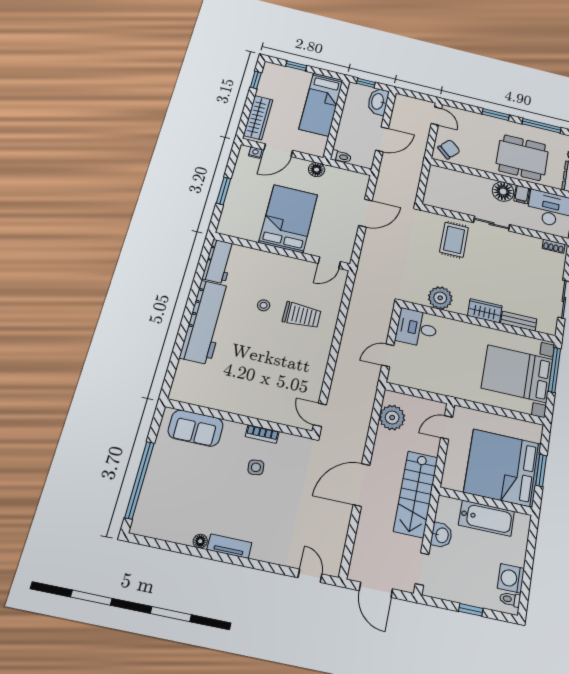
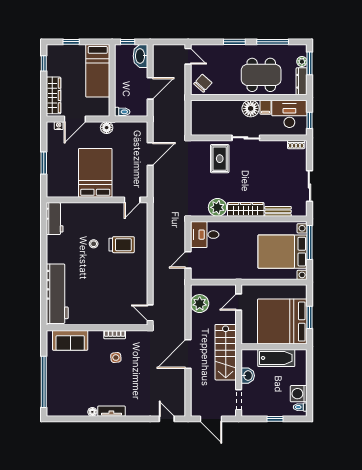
wardrobe: (485, 311) -> (246, 209), width x1.50
workbench: (205, 322) -> (57, 294), moved

